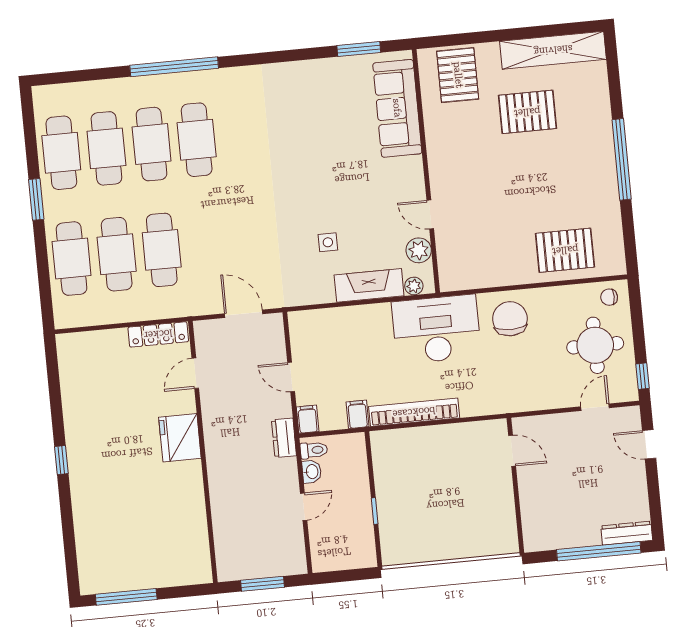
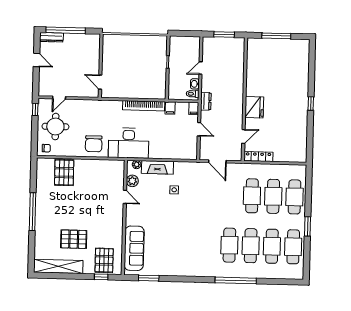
window: (460, 39) -> (101, 277), added
pallet: (565, 250) -> (64, 173), turned 90
door: (649, 444) -> (36, 60), moved
window: (126, 597) -> (276, 36), moved

